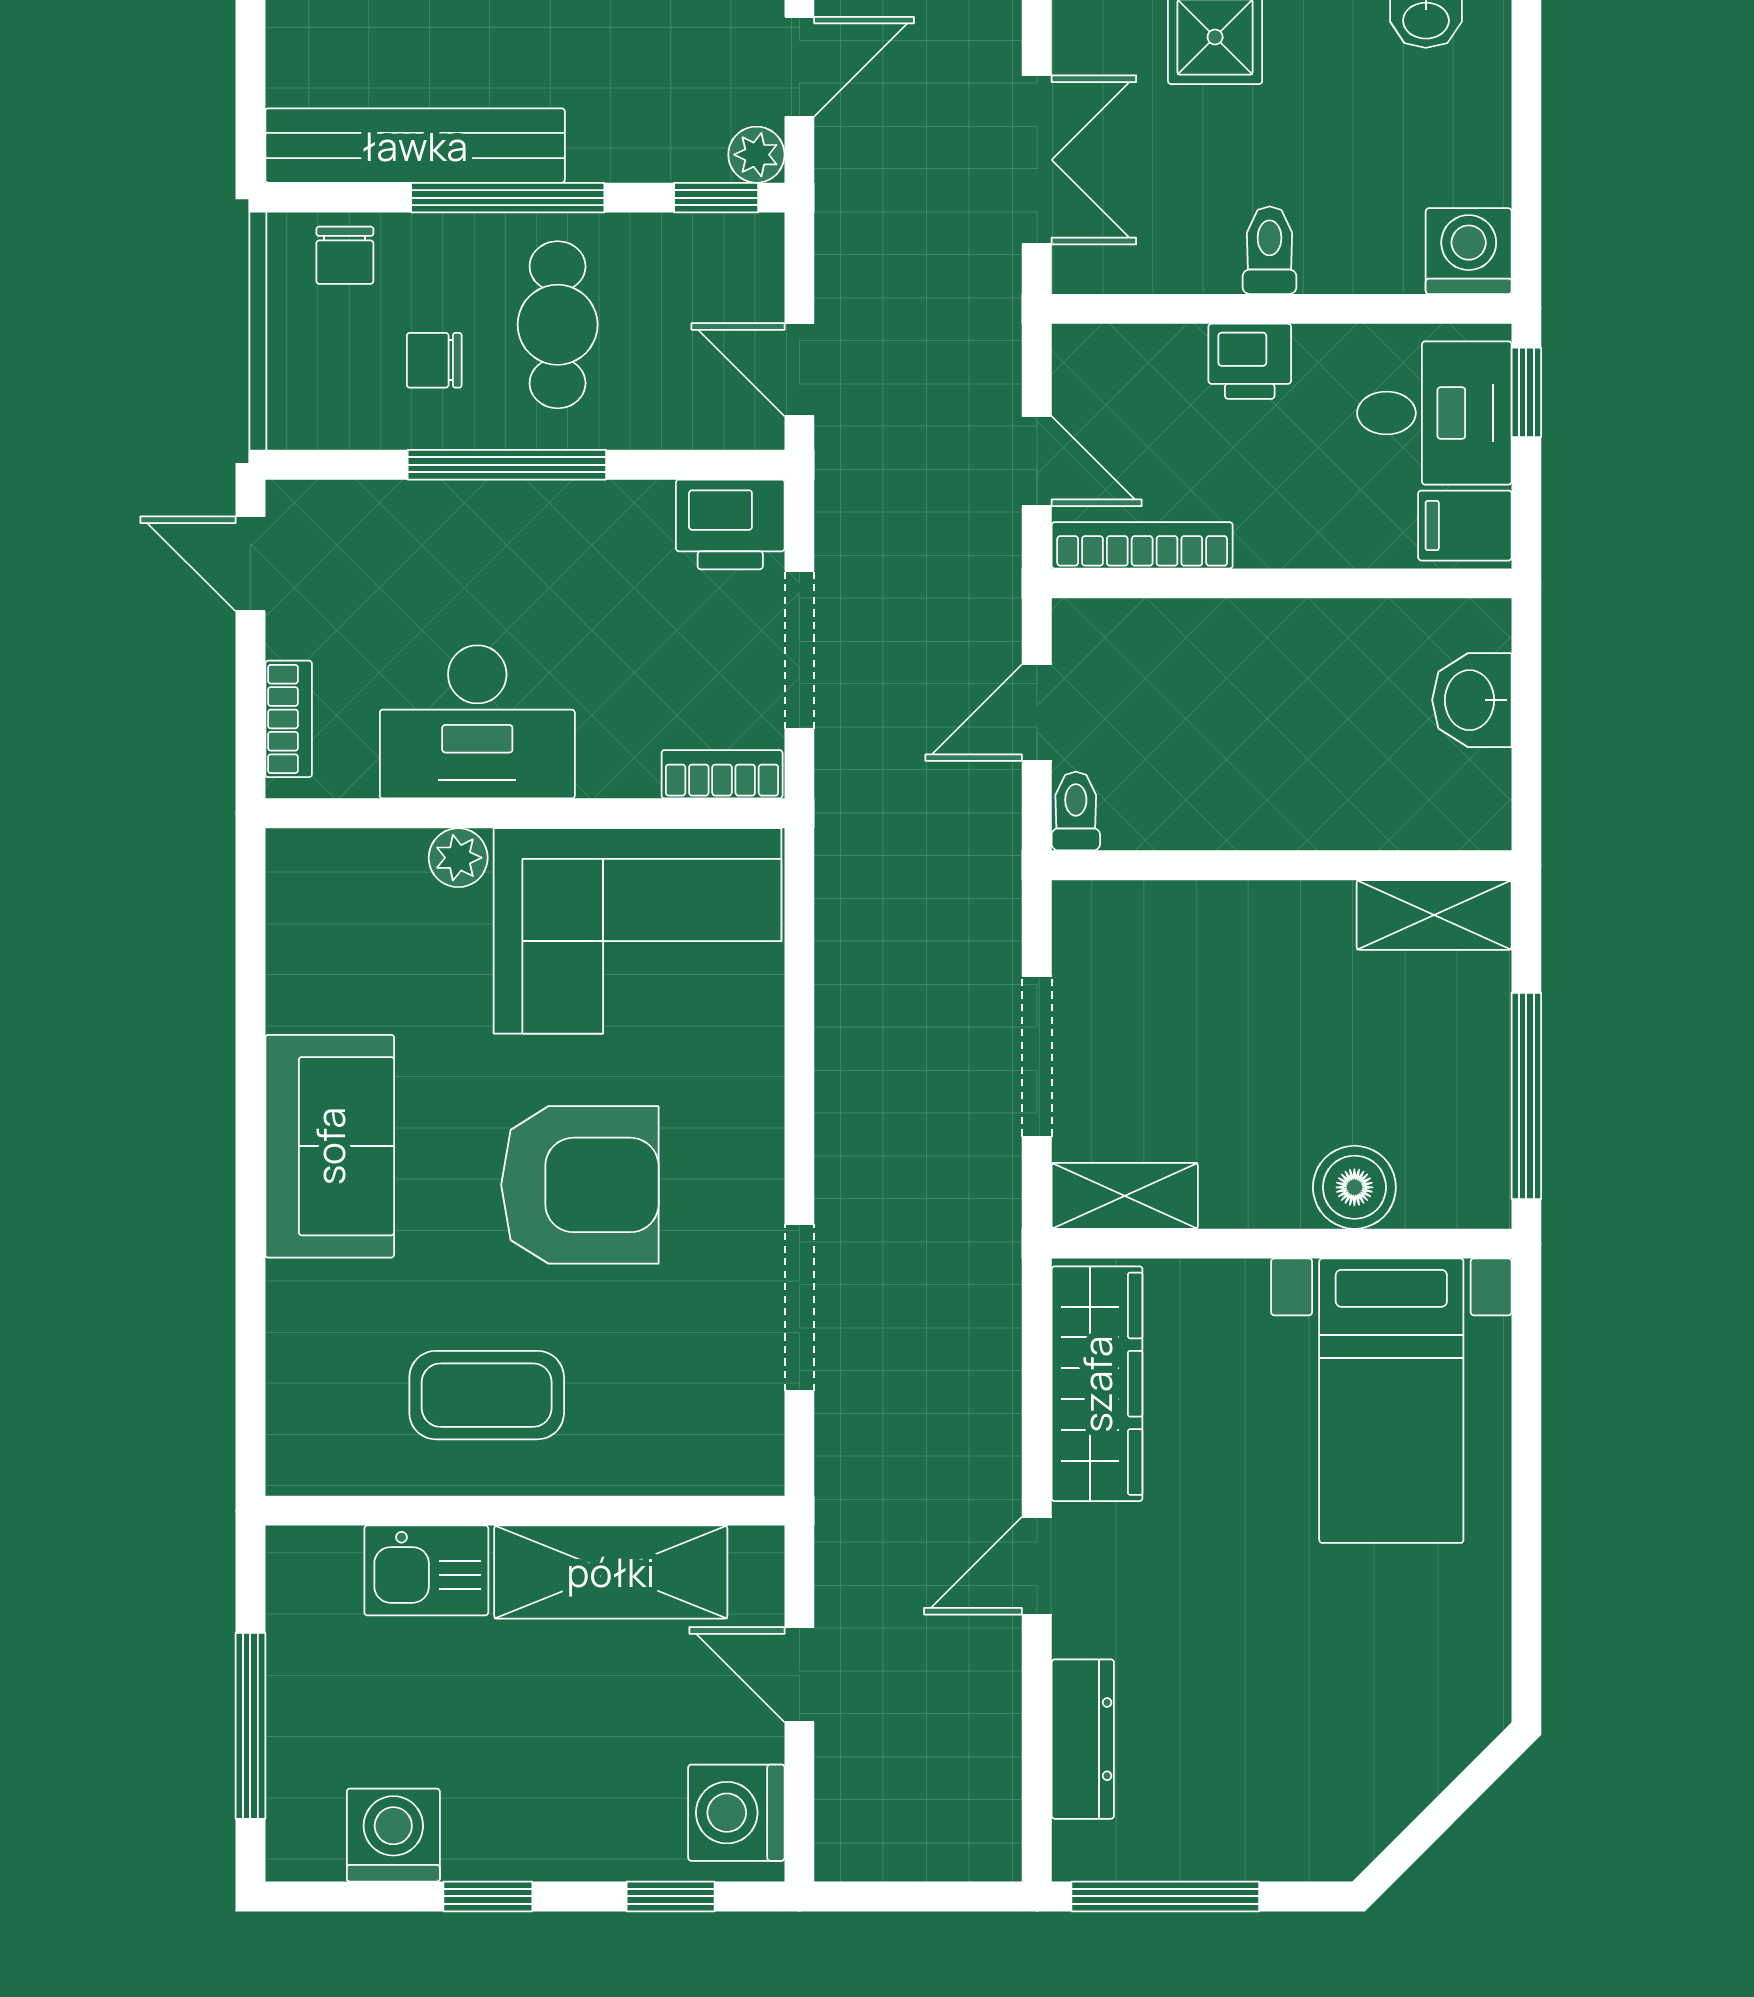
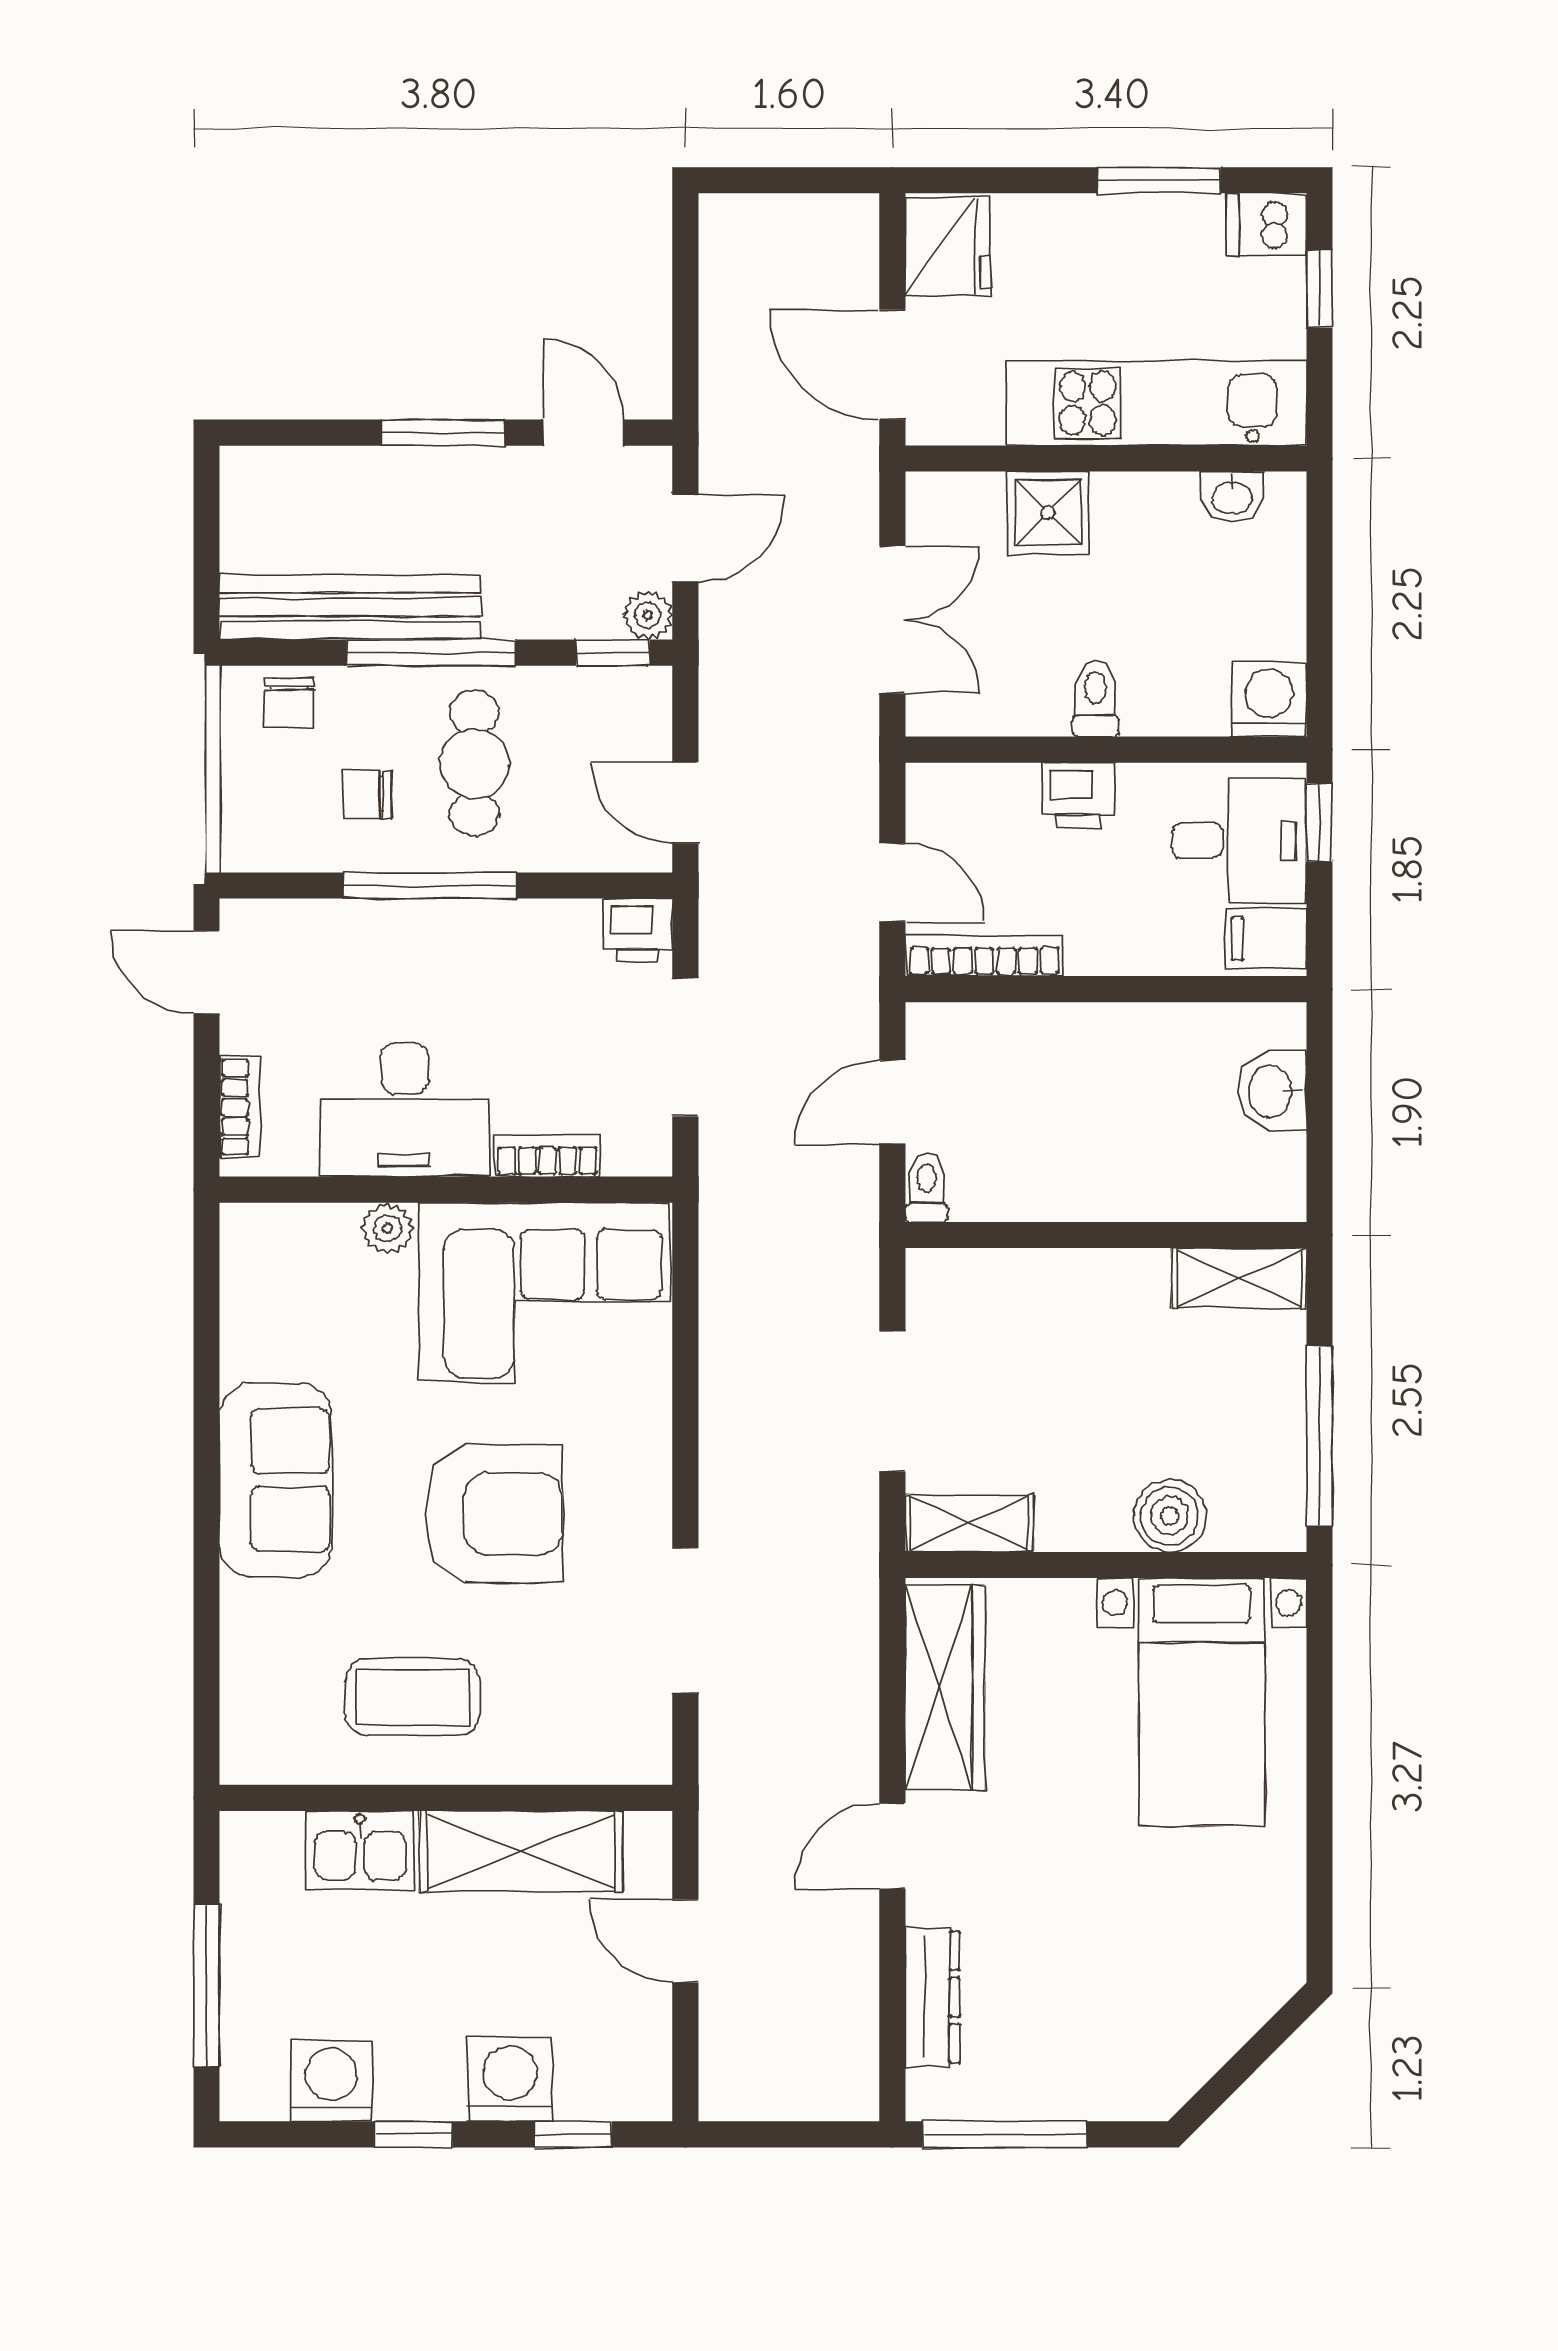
printer: (730, 524) -> (638, 930), width x0.73, depth x0.81
bookcase: (722, 774) -> (547, 1156), moved
washing machine: (736, 1813) -> (510, 2079), moved, turned 90

